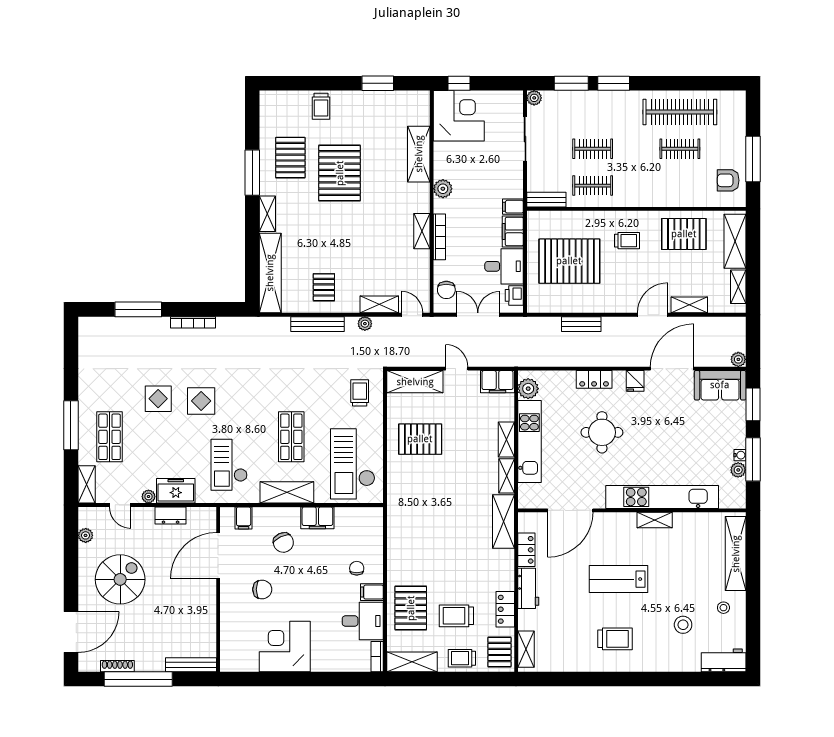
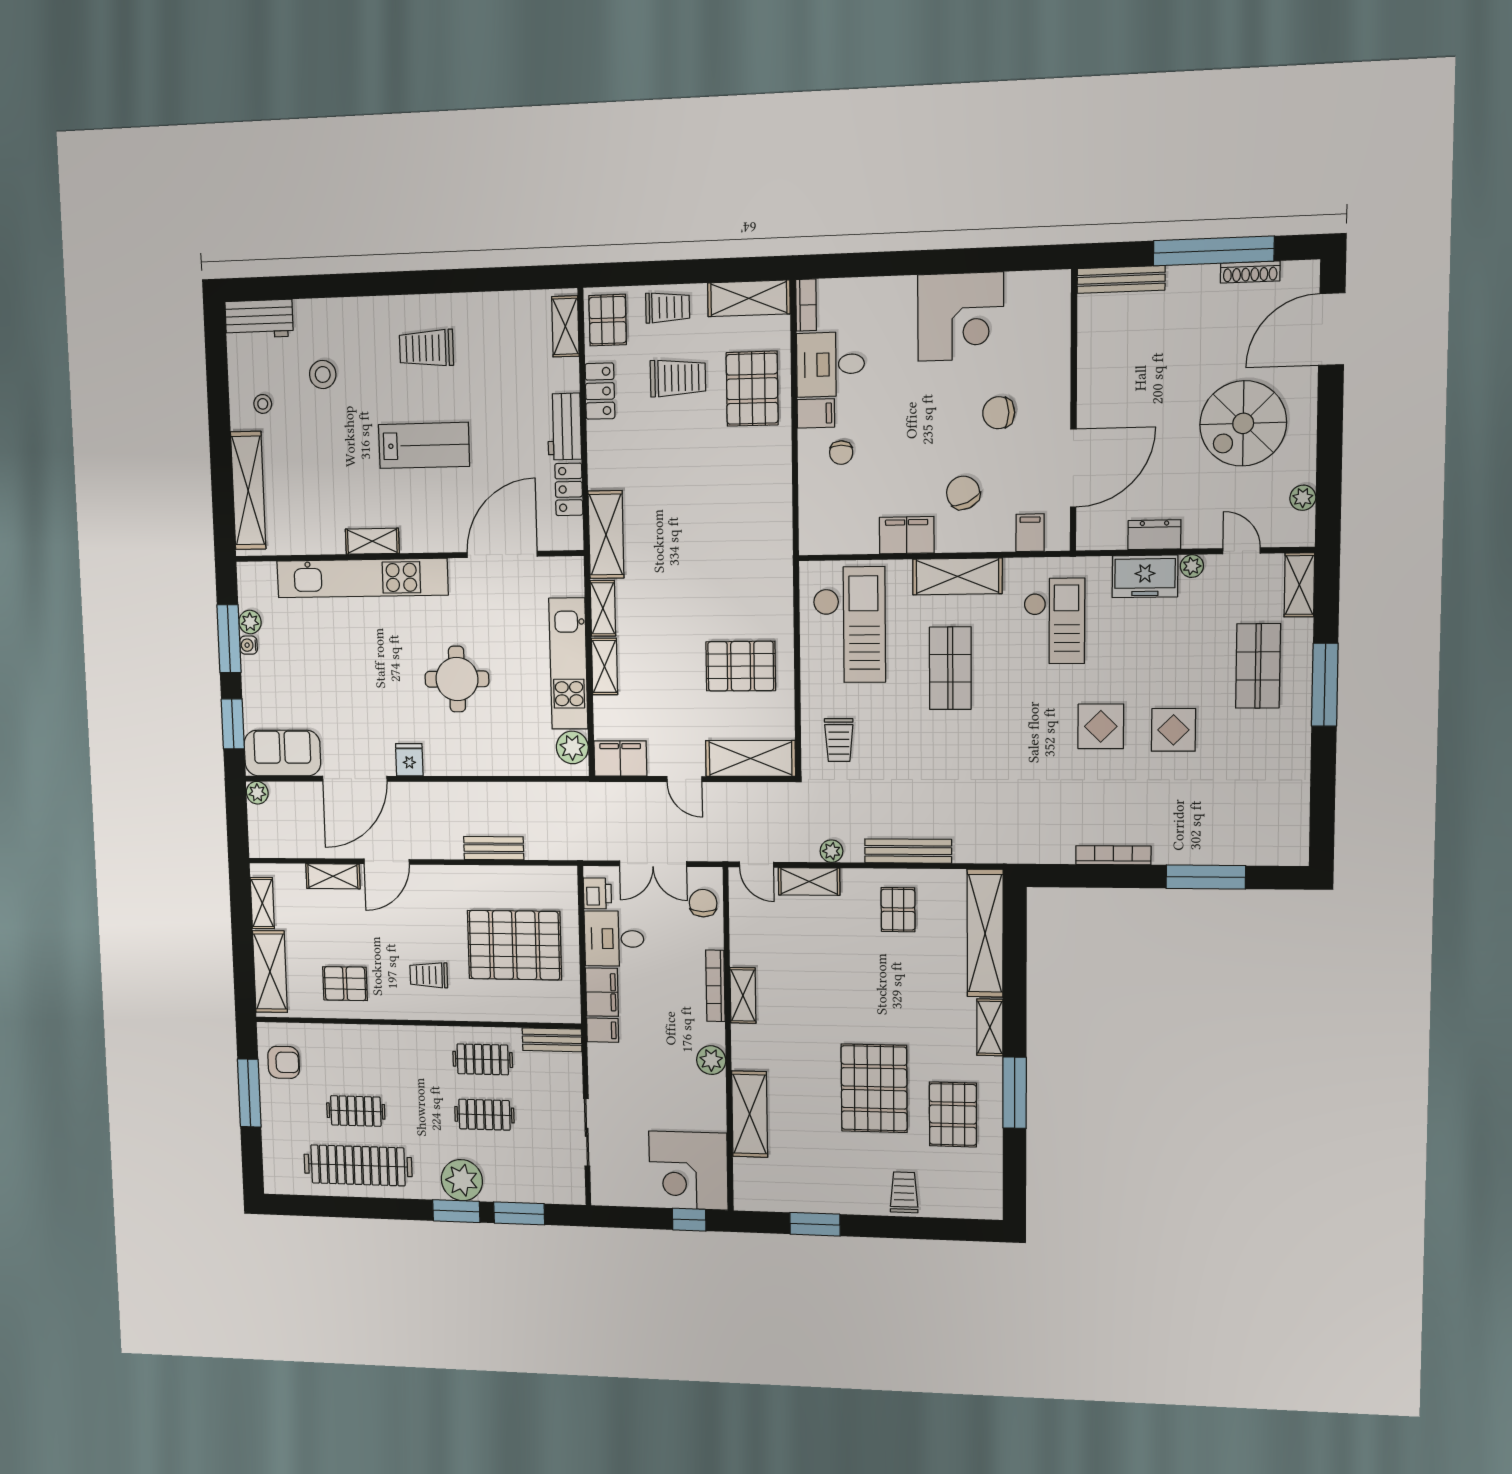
plant: (534, 98) -> (462, 1180), moved, width x1.88, depth x1.88
pallet: (684, 234) -> (345, 984), width x0.67, depth x0.71
locker: (594, 379) -> (472, 762), removed

